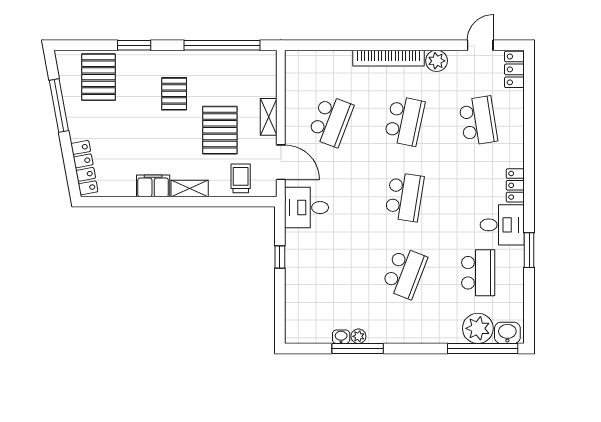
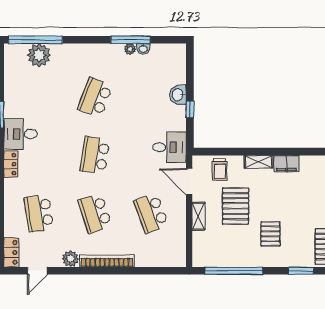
school desk: (331, 121) -> (151, 213), turned -42
school desk: (404, 121) -> (95, 213), turned -30
school desk: (478, 273) -> (39, 97), removed
washbasin: (507, 333) -> (178, 95), moved, turned 90

